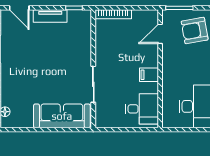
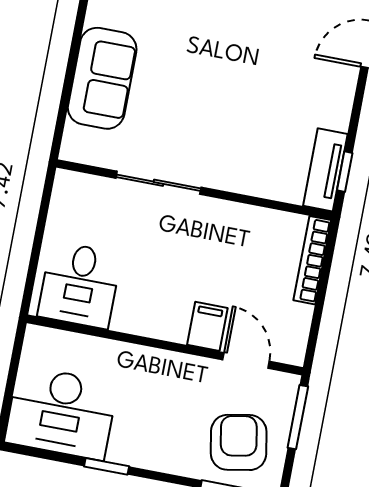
tv unit: (50, 16) -> (325, 170), moved
filing cabinet: (149, 75) -> (207, 326), moved
sofa: (62, 116) -> (102, 78), width x0.73

